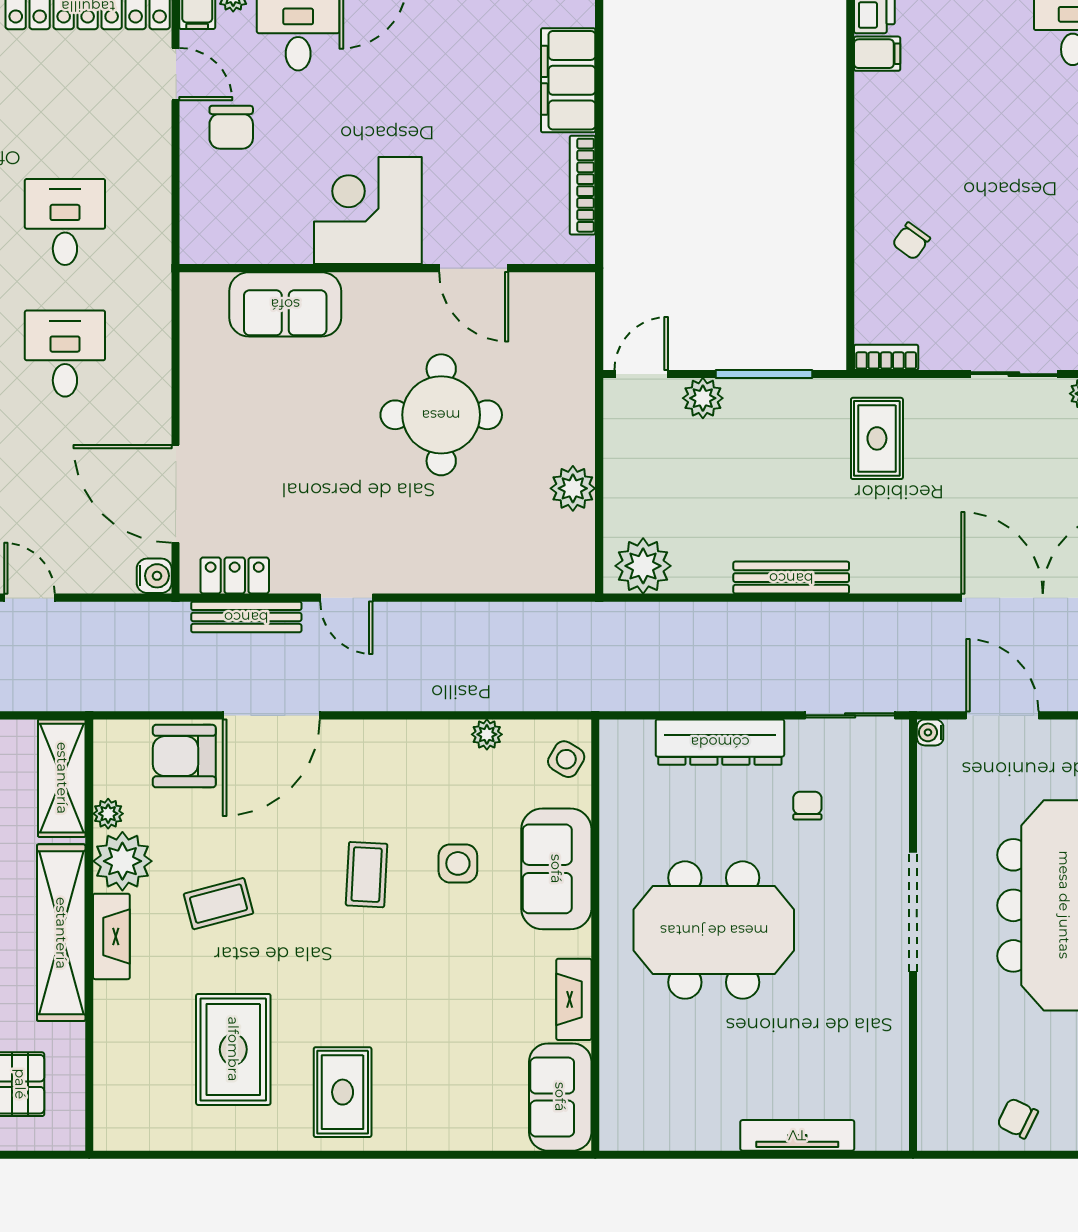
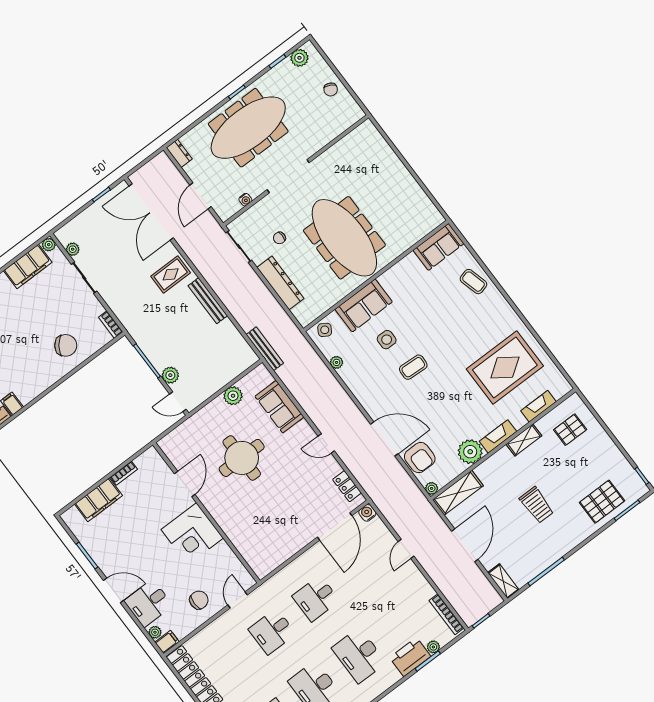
door: (176, 74) -> (238, 600), moved
bookcase: (583, 185) -> (124, 473), width x0.64
chair: (911, 241) -> (66, 345), width x1.87, depth x1.87
sofa: (285, 304) -> (279, 407), moved, turned 180
rug: (877, 438) -> (171, 274), moved
plant: (643, 566) -> (241, 353), removed
door: (346, 598) -> (326, 444), swing flipped
bench: (246, 617) -> (265, 349), moved
water cooler: (930, 732) -> (245, 200), moved
plant: (108, 814) -> (432, 488), moved
coffee table: (218, 904) -> (473, 282), moved
meeting table: (714, 930) -> (344, 238), width x1.36
shelving: (61, 933) -> (524, 440), width x0.45, depth x0.75
fireplace: (574, 999) -> (538, 406), moved, turned 180
rug: (233, 1049) -> (505, 368), width x1.37, depth x1.44
rug: (343, 1092) -> (492, 320), removed
tv unit: (797, 1135) -> (392, 158), removed

